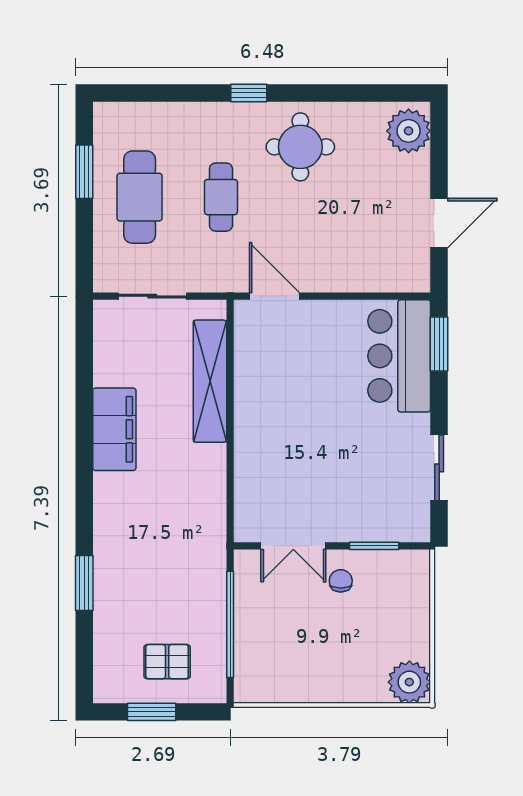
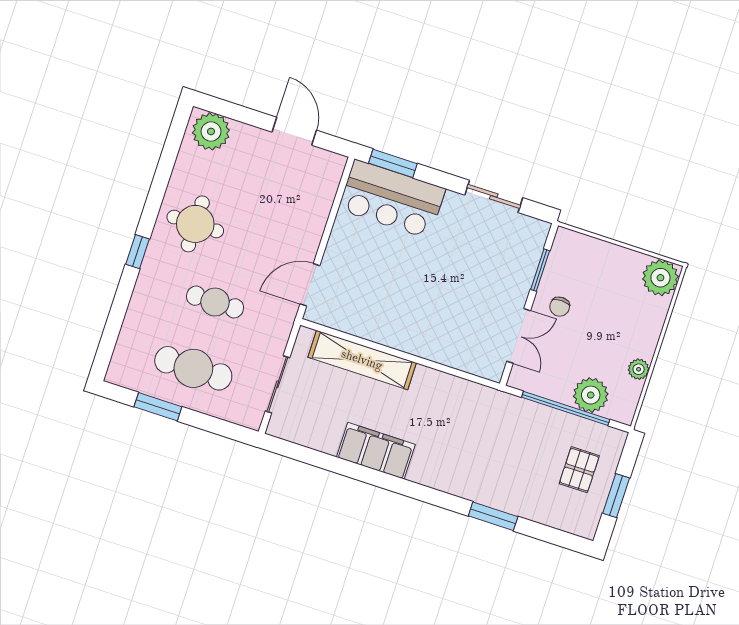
chair: (341, 581) -> (560, 307), turned -90
plant: (254, 647) -> (591, 395), added
plant: (300, 691) -> (639, 369), added

